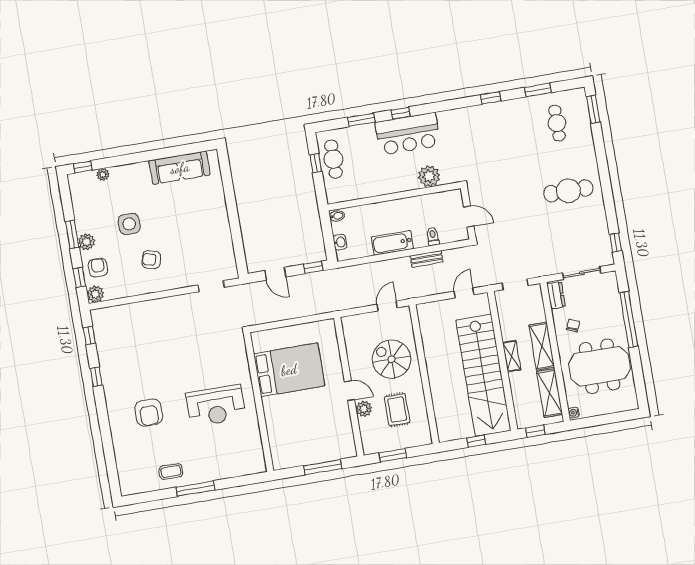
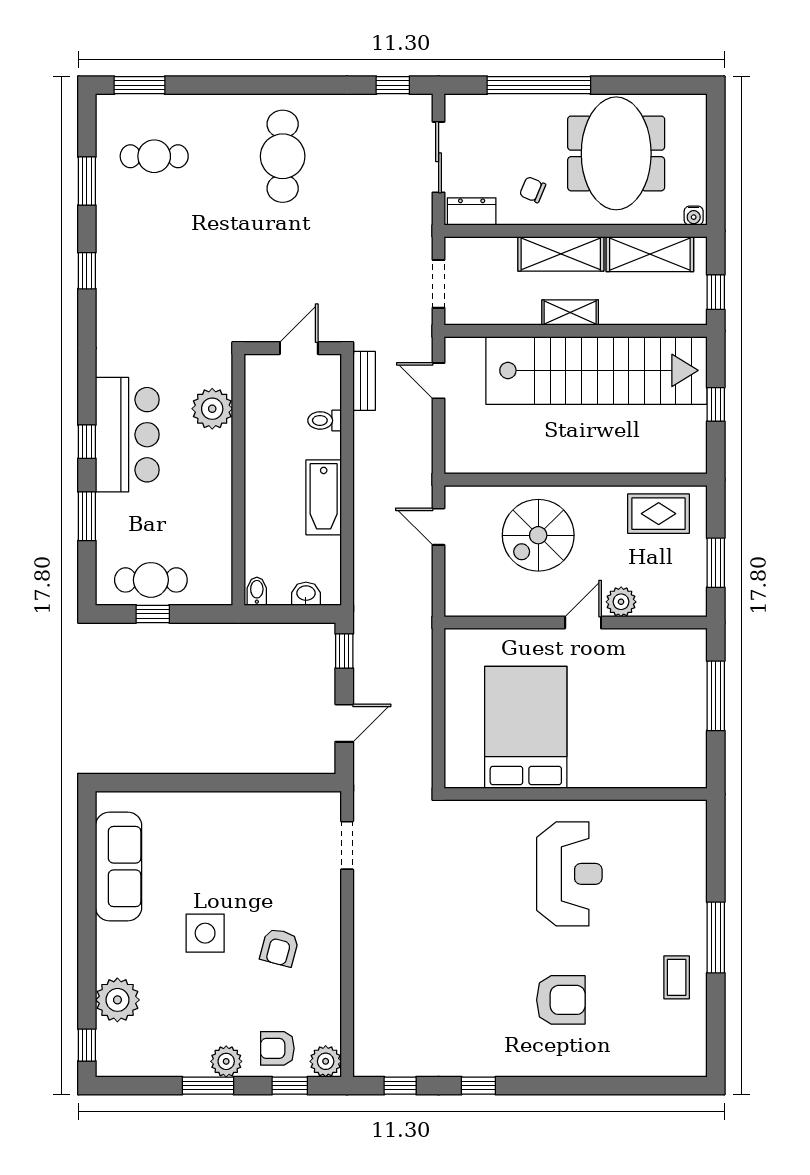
plant: (103, 174) -> (117, 1000), width x1.87, depth x1.87
side table: (129, 224) -> (205, 933), moved
bench: (427, 259) -> (364, 381), moved
rug: (397, 410) -> (659, 514), moved

